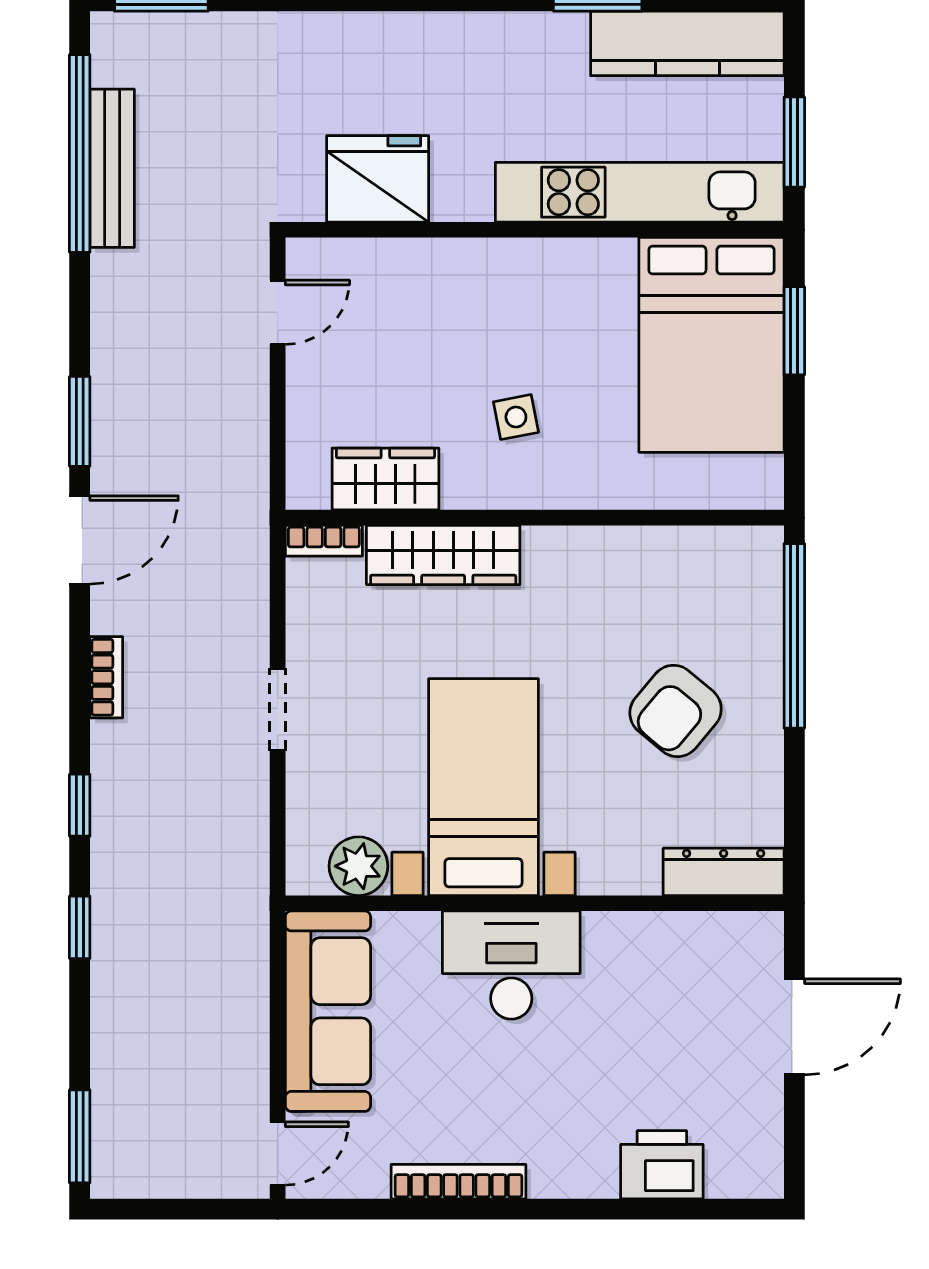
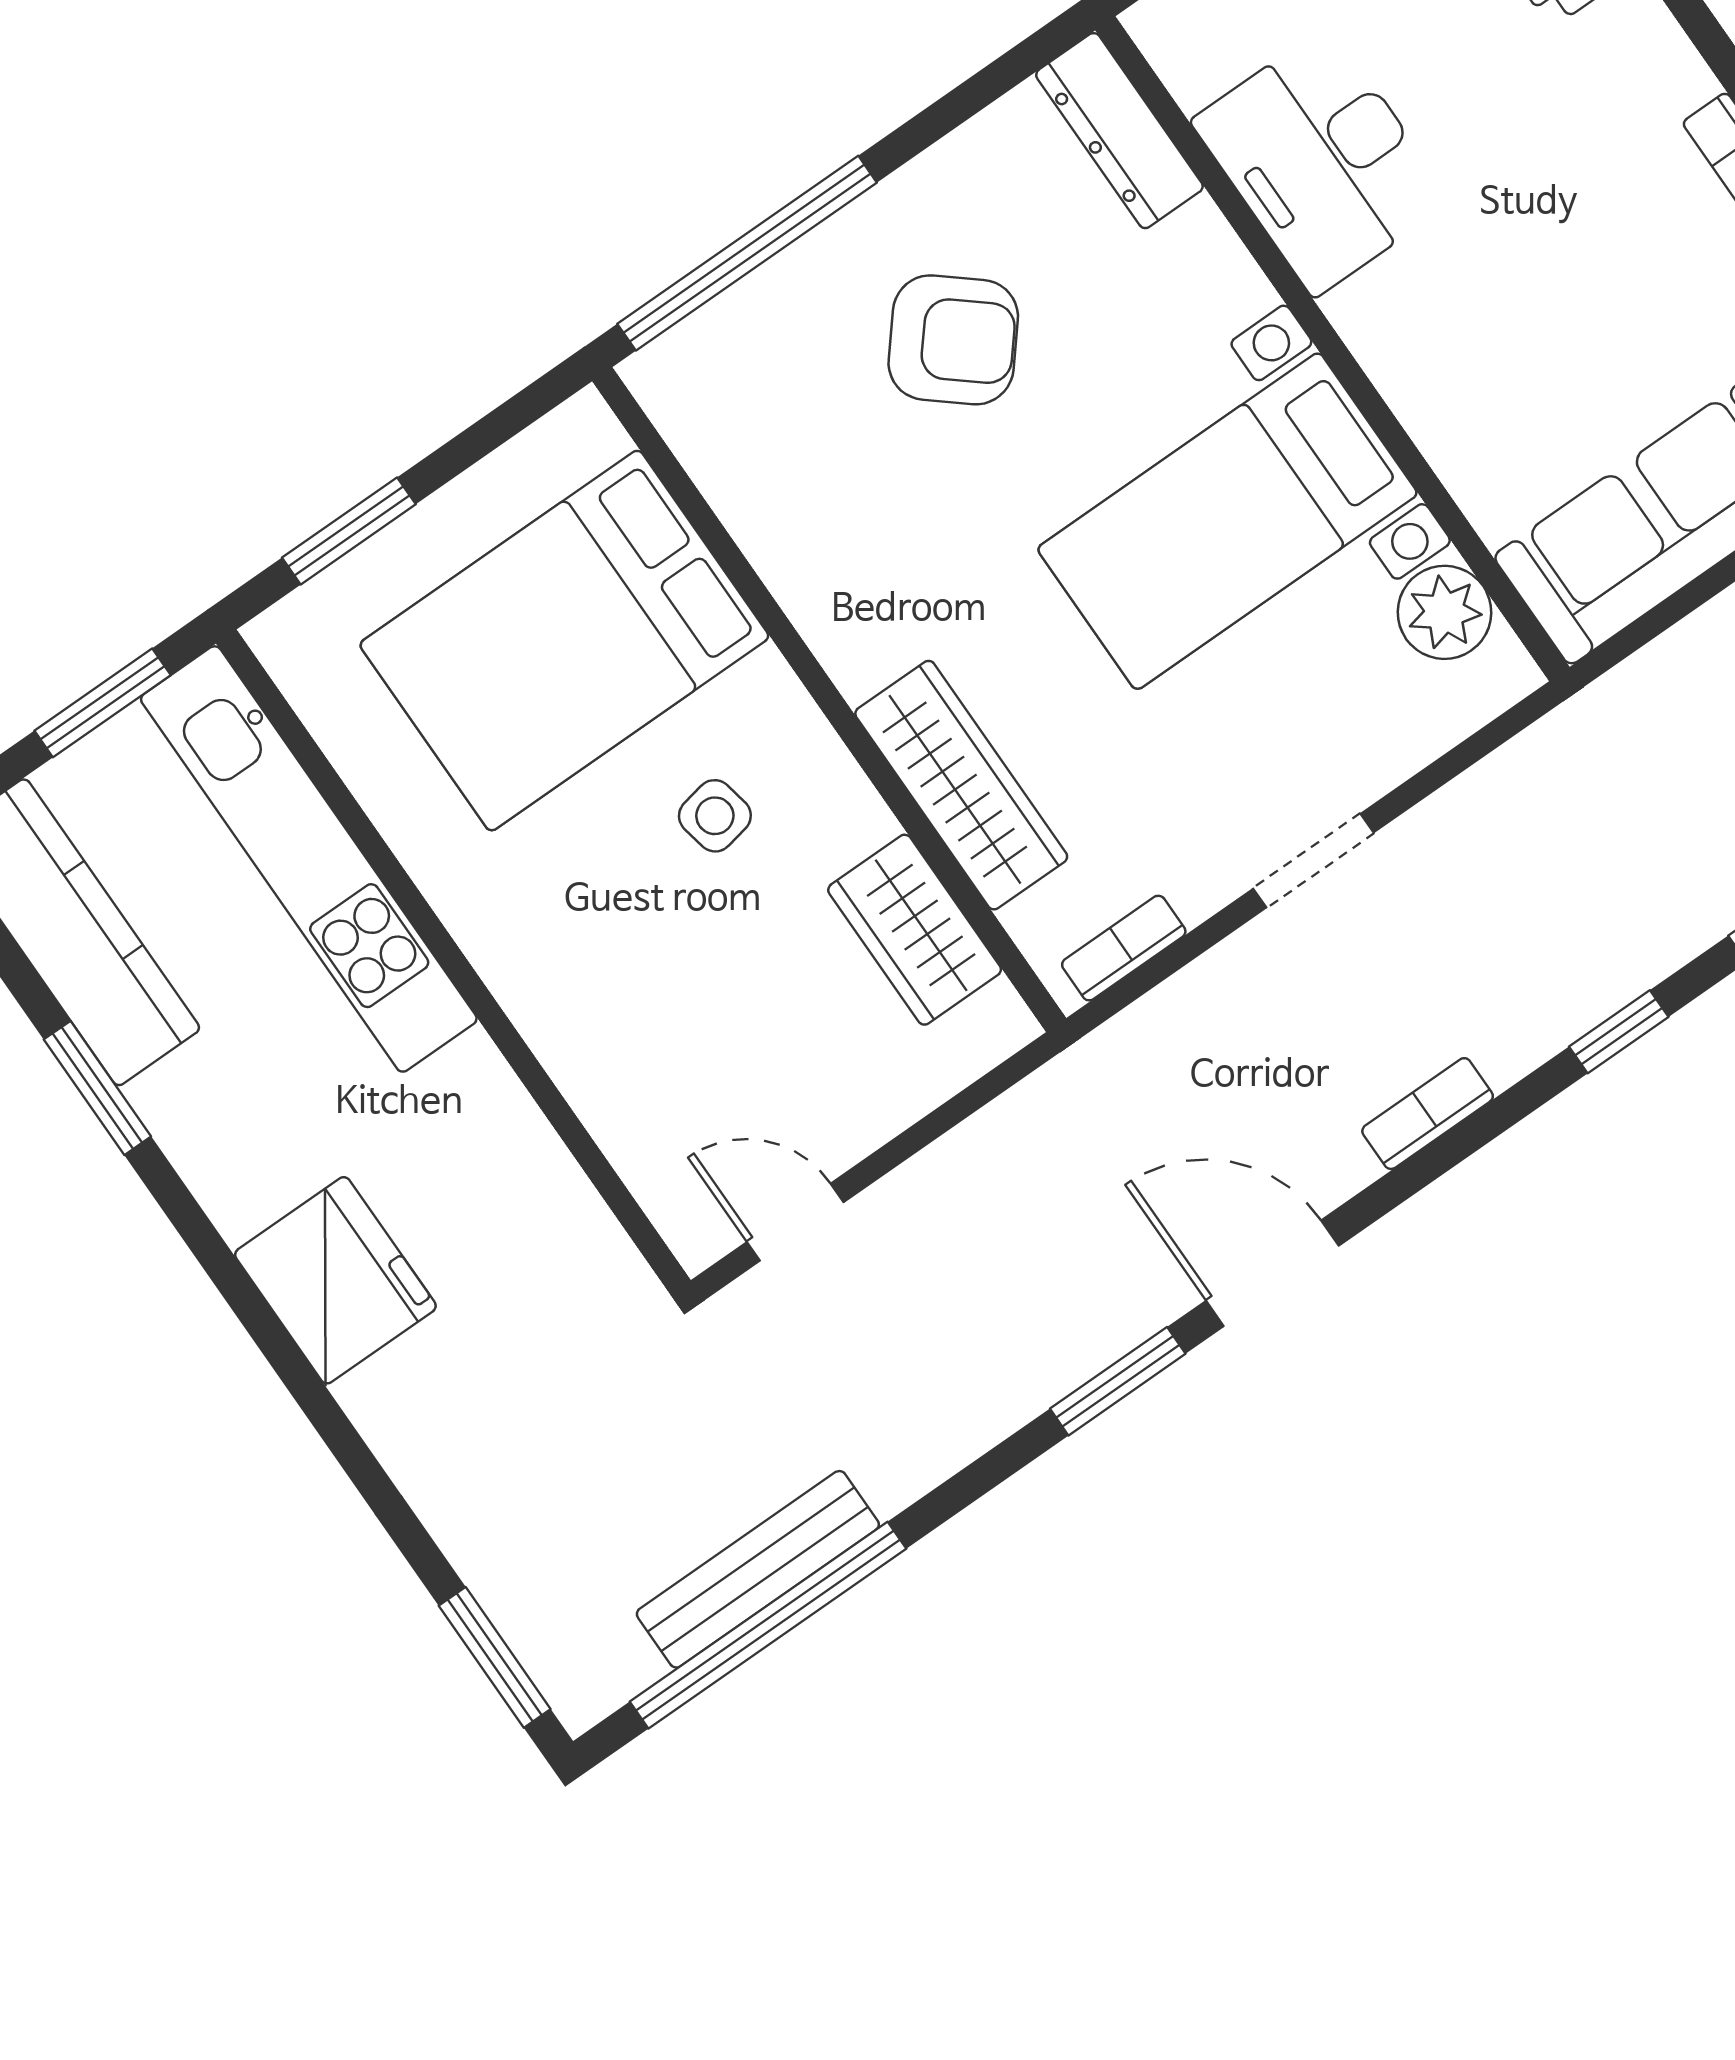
fridge: (378, 179) -> (335, 1280), moved, turned 180
bed: (711, 345) -> (564, 641), moved, turned 180
bookcase: (324, 541) -> (1124, 948), moved, turned -90
desk: (511, 965) -> (1321, 161), moved

